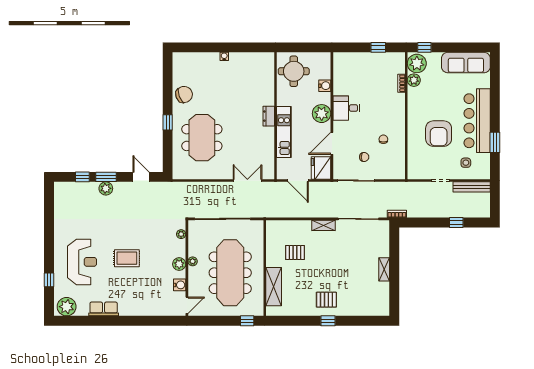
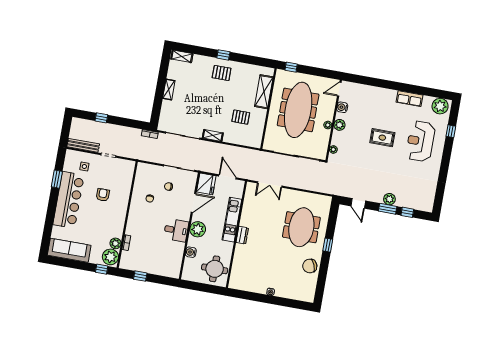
armchair: (439, 134) -> (103, 195), width x0.53, depth x0.53
shelving: (376, 310) -> (182, 56), added

